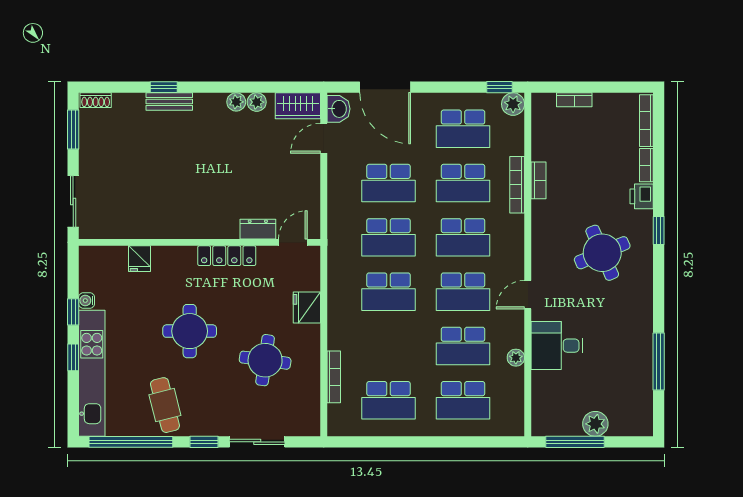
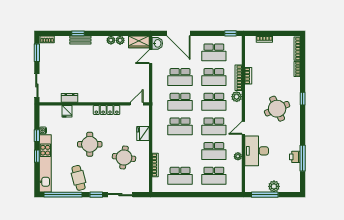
plant: (513, 104) -> (237, 97), moved
printer: (642, 196) -> (295, 157), moved
dresser: (258, 229) -> (70, 98), moved
desk: (557, 346) -> (257, 151), width x1.37

